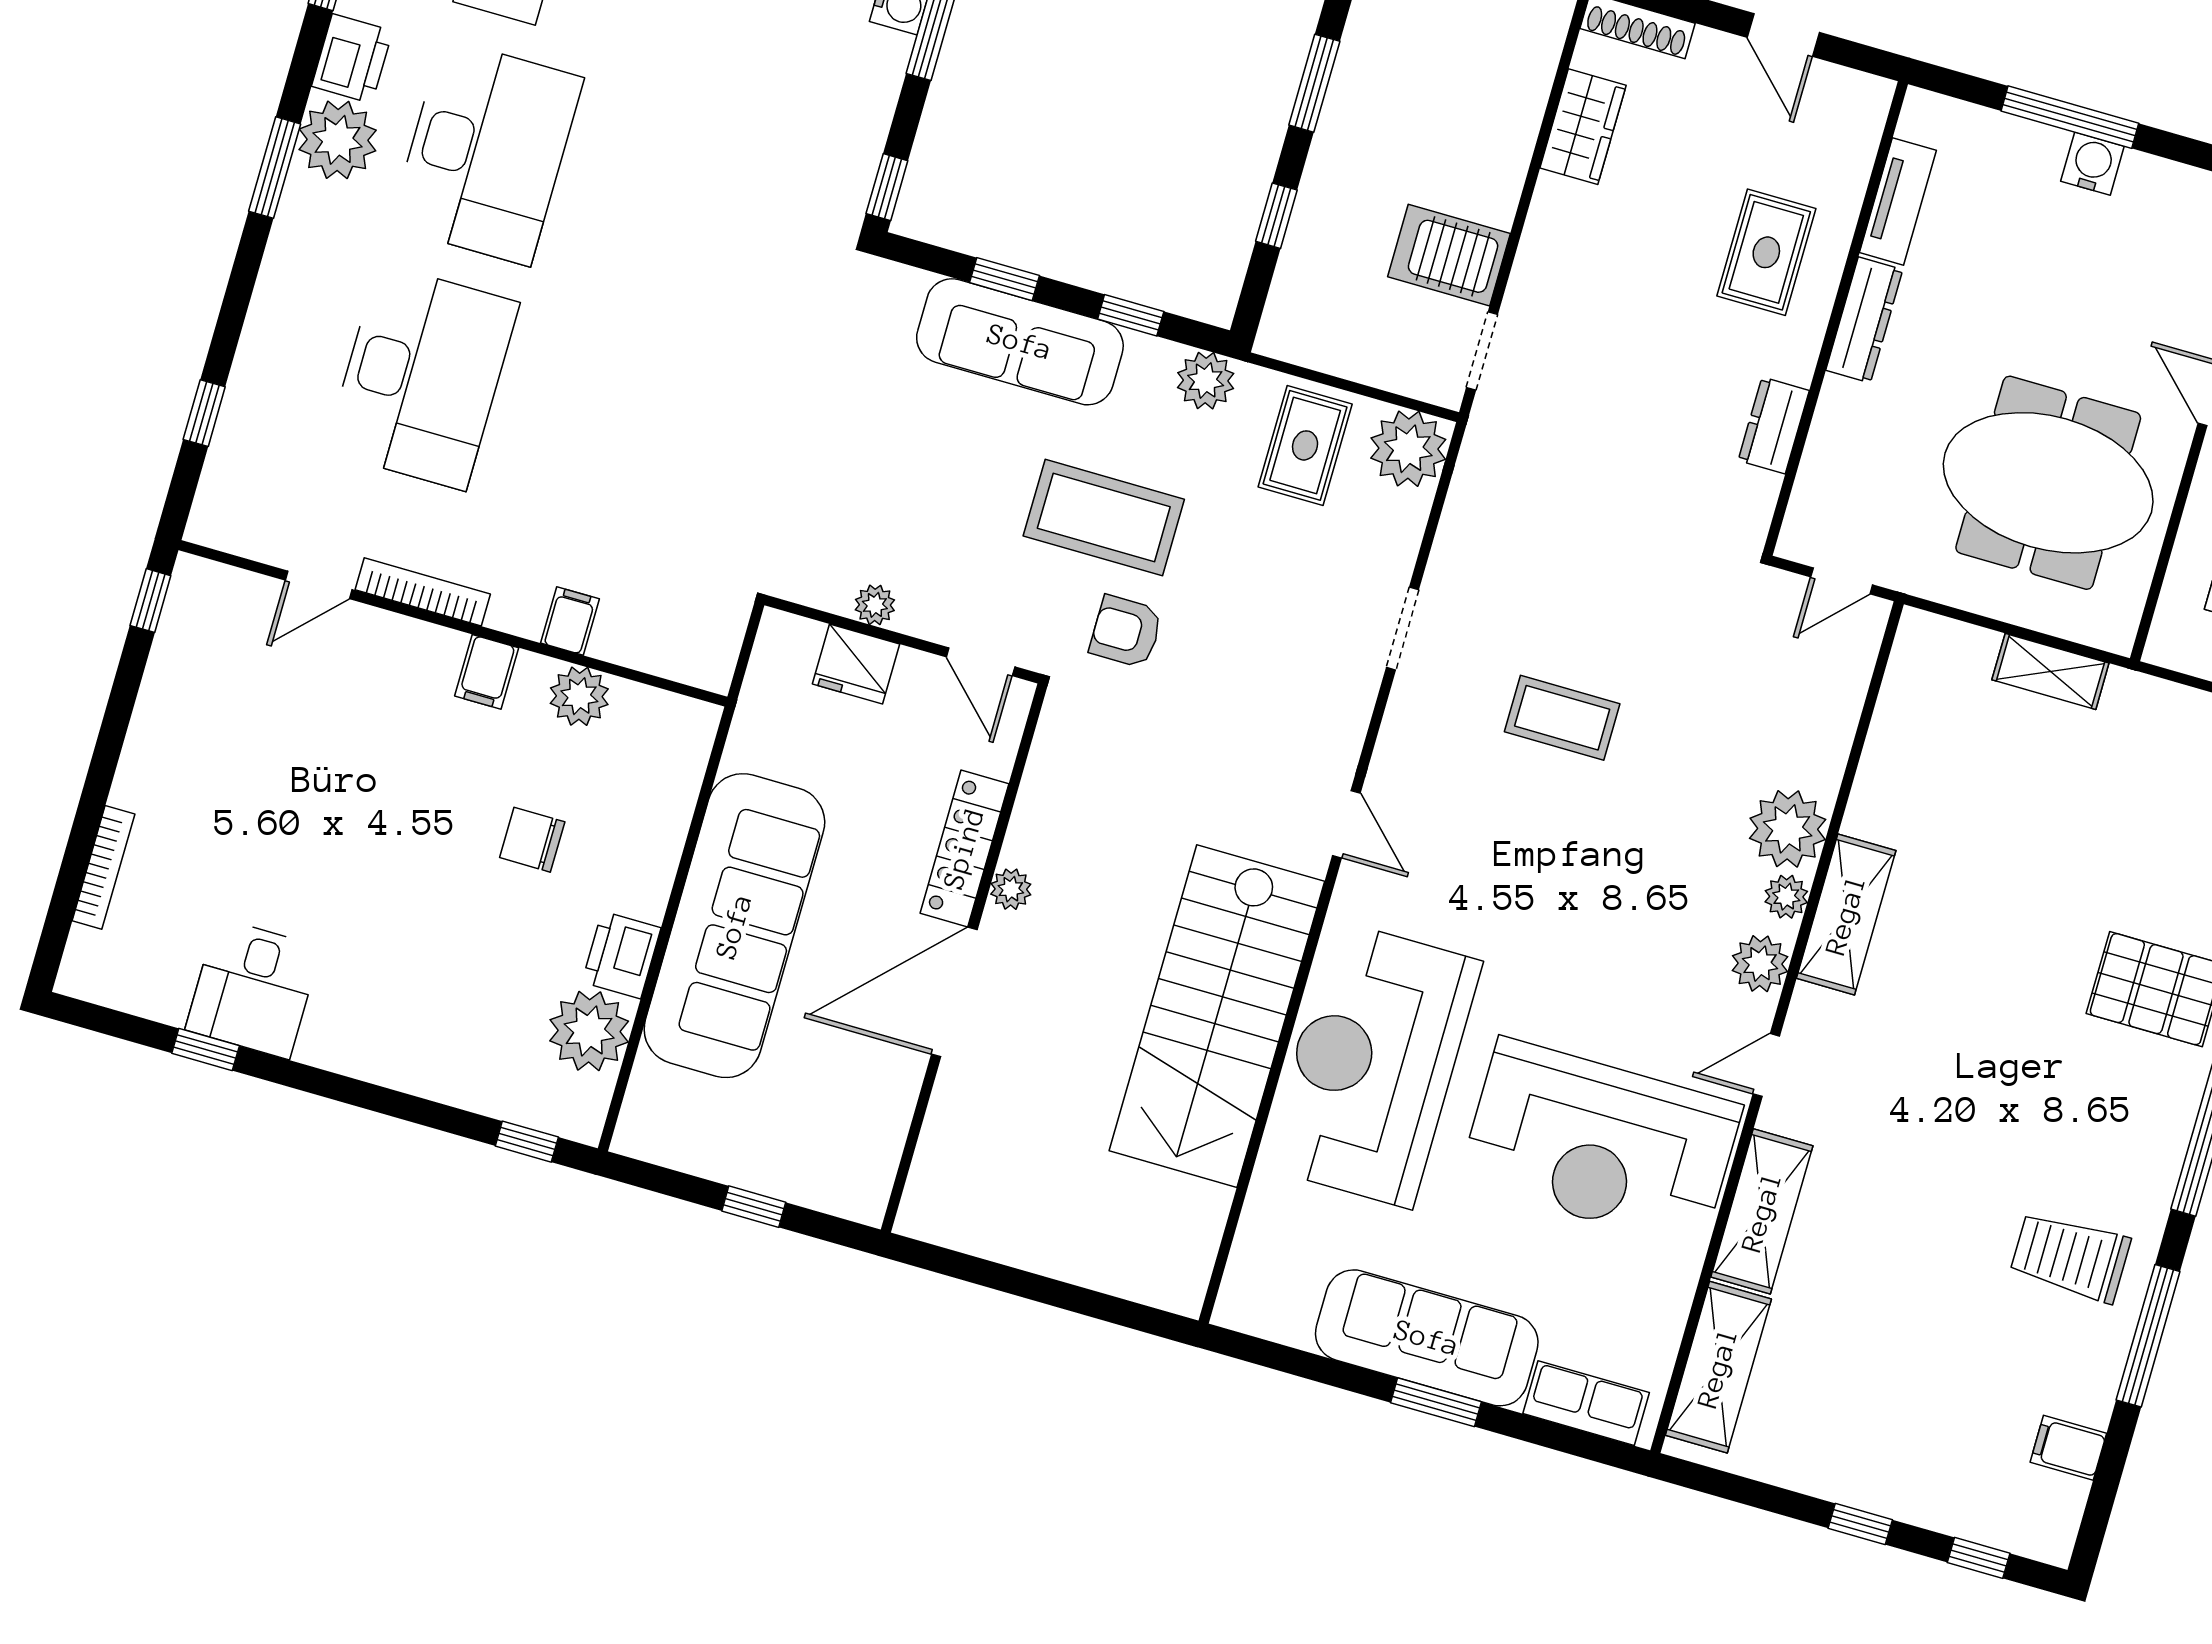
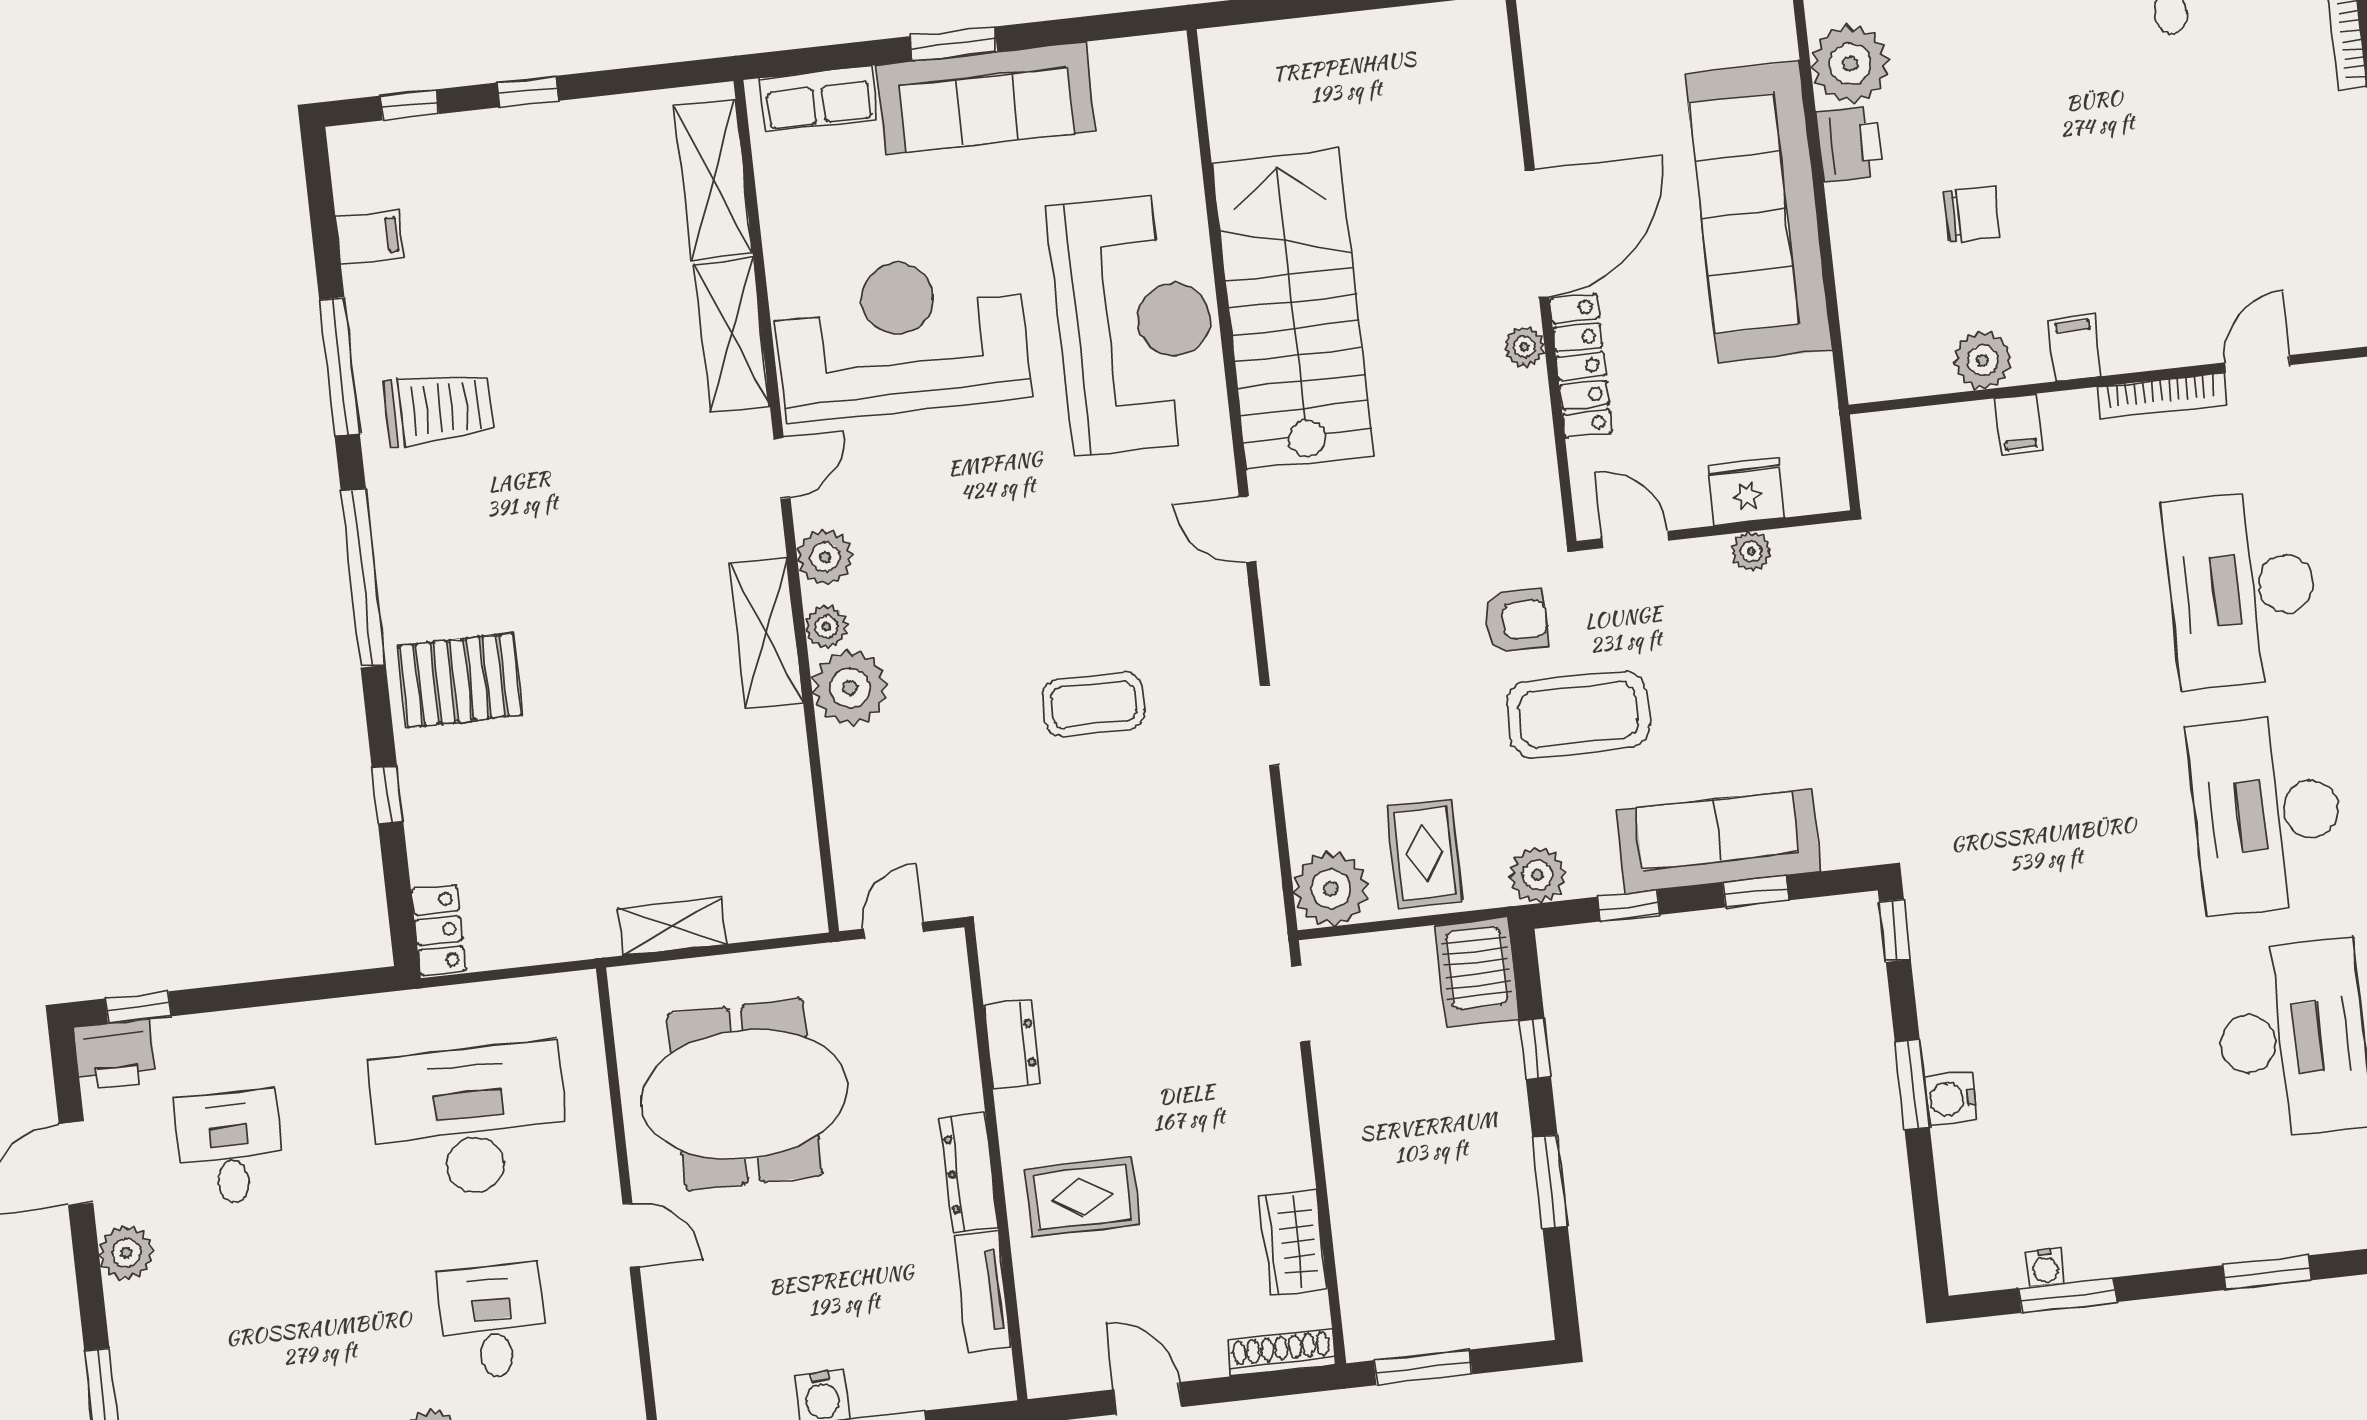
rug: (1766, 252) -> (1082, 1197), turned 90
server rack: (1449, 255) -> (1477, 972), moved, turned 90

